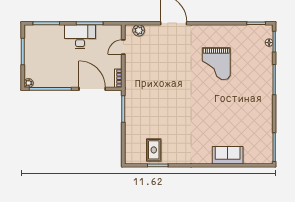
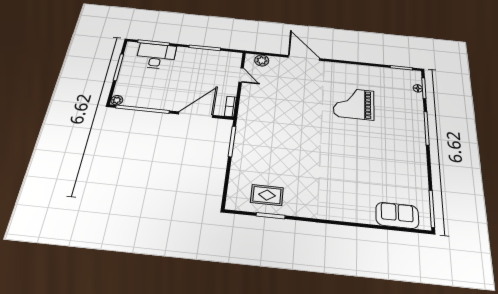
desk: (80, 37) -> (156, 56), moved
door: (123, 47) -> (241, 75), swing flipped
grand piano: (216, 64) -> (354, 104), turned 90
door: (92, 89) -> (196, 115), hinge flipped
rug: (154, 150) -> (267, 195), turned 90
sofa: (228, 155) -> (397, 215), moved

